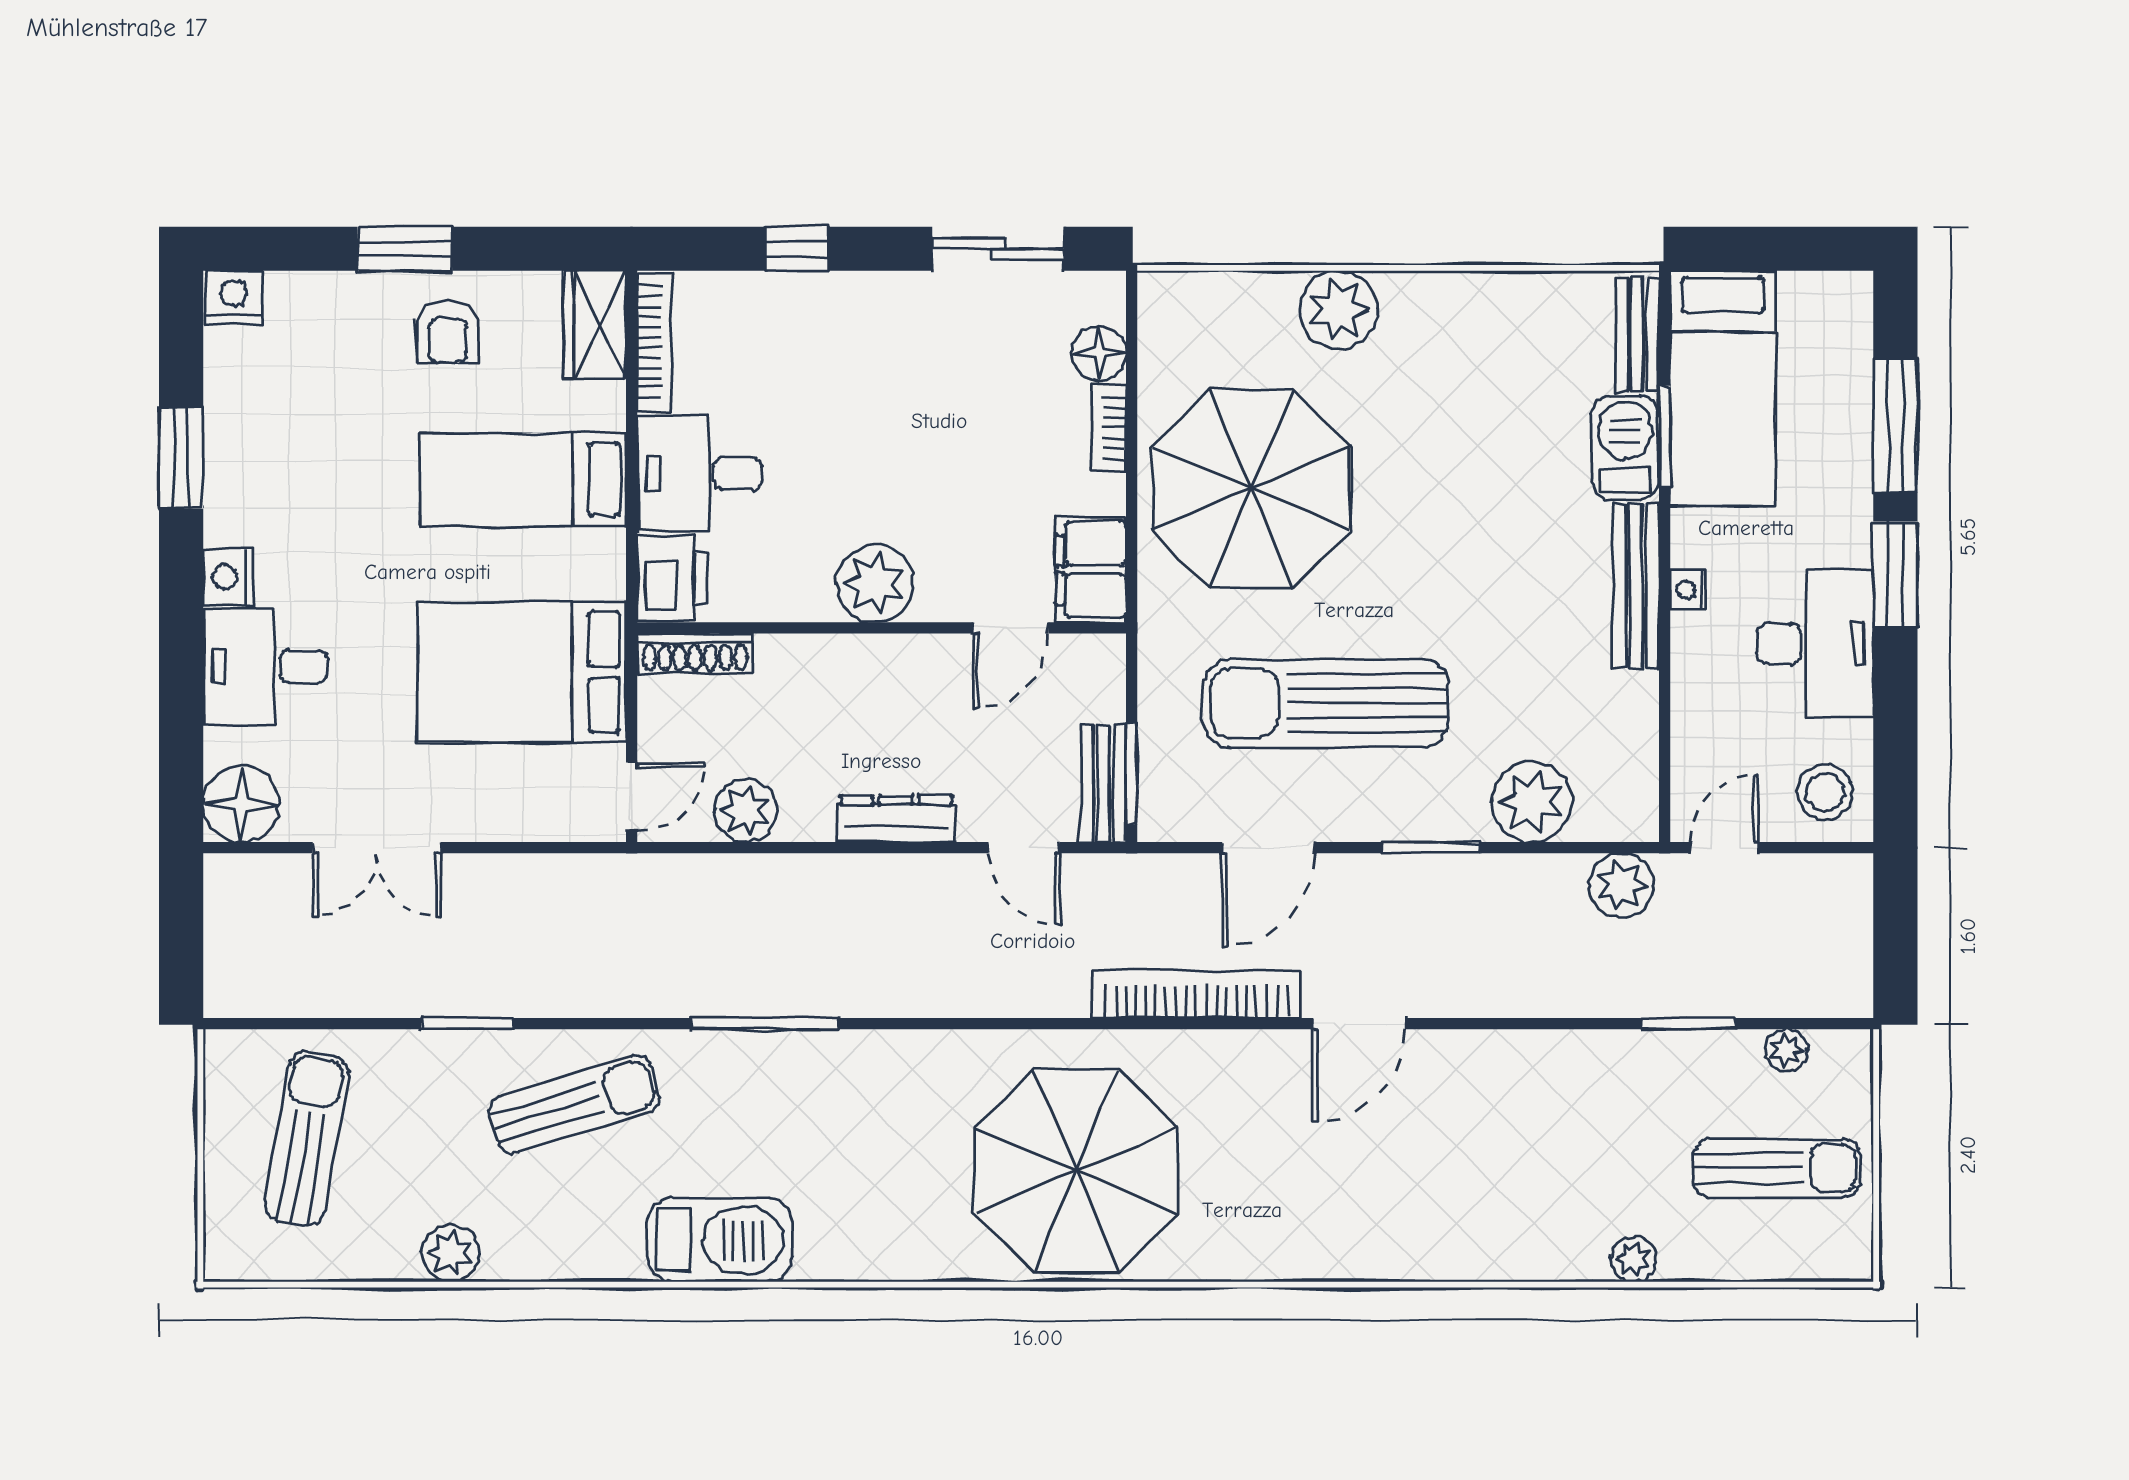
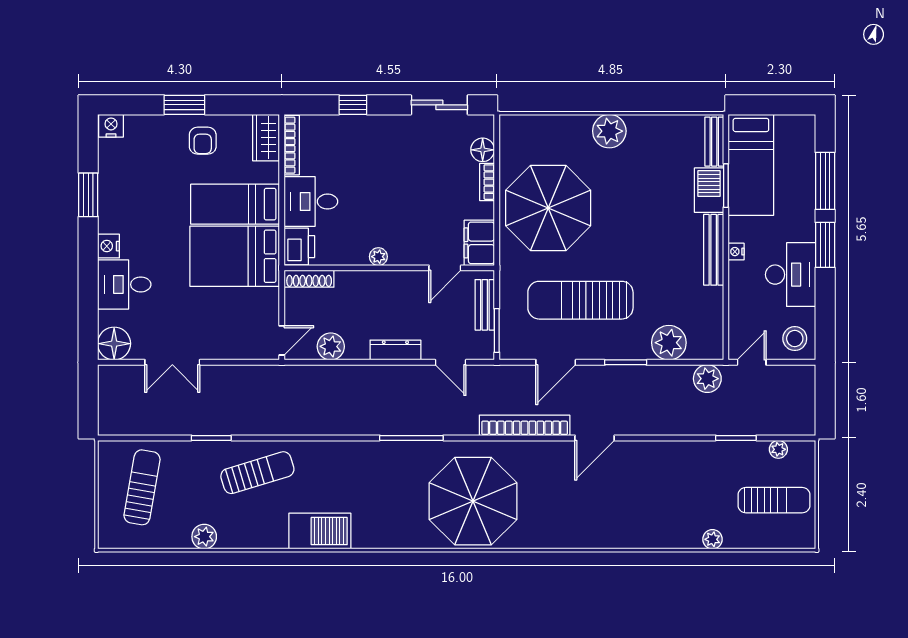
plant: (1338, 310) -> (609, 131), moved
plant: (874, 584) -> (378, 257), width x0.53, depth x0.53
bed: (522, 672) -> (235, 256), moved
bench: (1104, 783) -> (485, 305), moved
window: (765, 1024) -> (411, 438), moved

